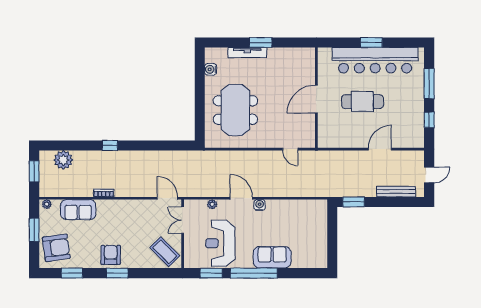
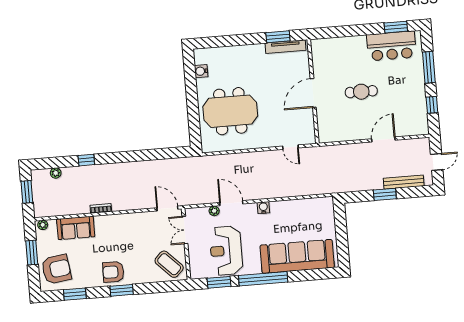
window: (261, 42) -> (278, 37), moved
window: (371, 42) -> (396, 27), moved
tv unit: (247, 53) -> (286, 47), moved
bar counter: (375, 60) -> (391, 46), width x0.54
cafe table: (362, 102) -> (361, 92), width x0.73, depth x0.74
meeting table: (235, 110) -> (230, 111), turned 90
window: (110, 146) -> (86, 160), moved
plant: (63, 160) -> (56, 173), width x0.53, depth x0.53
door: (241, 198) -> (231, 203), moved
window: (354, 202) -> (385, 194), moved
armchair: (111, 255) -> (113, 272), turned -89
sofa: (272, 257) -> (297, 256), width x1.85, depth x1.27

